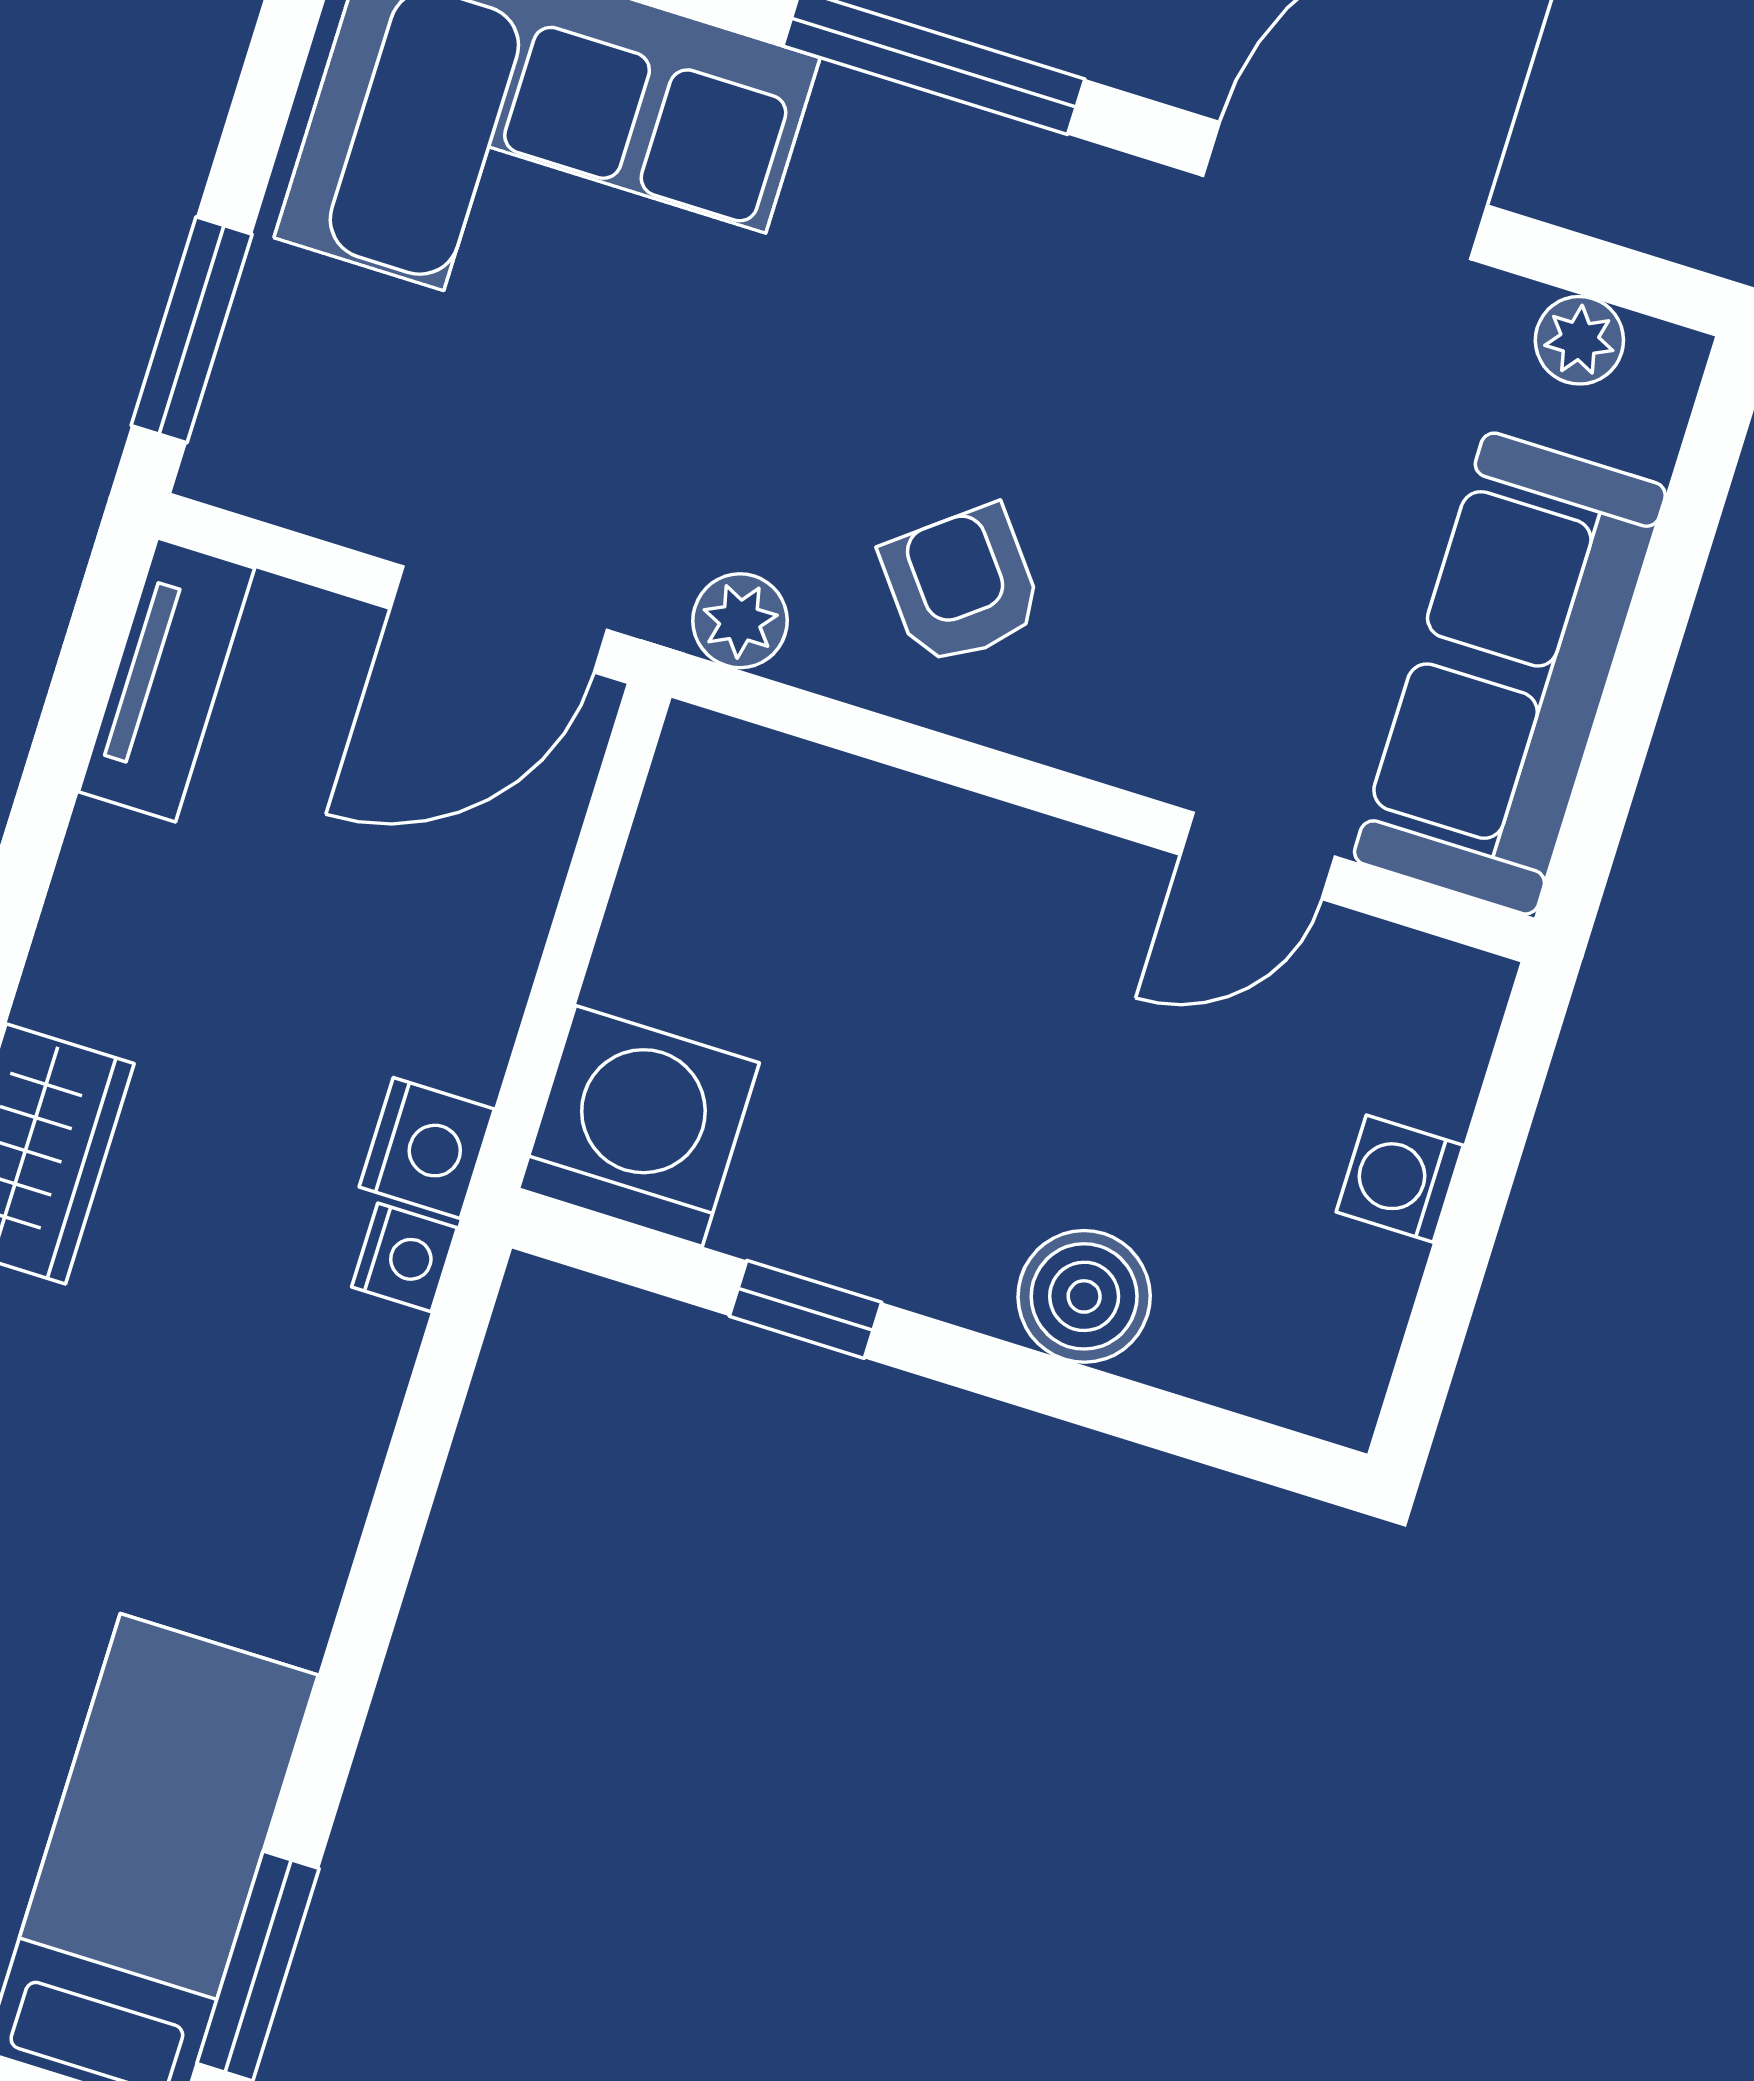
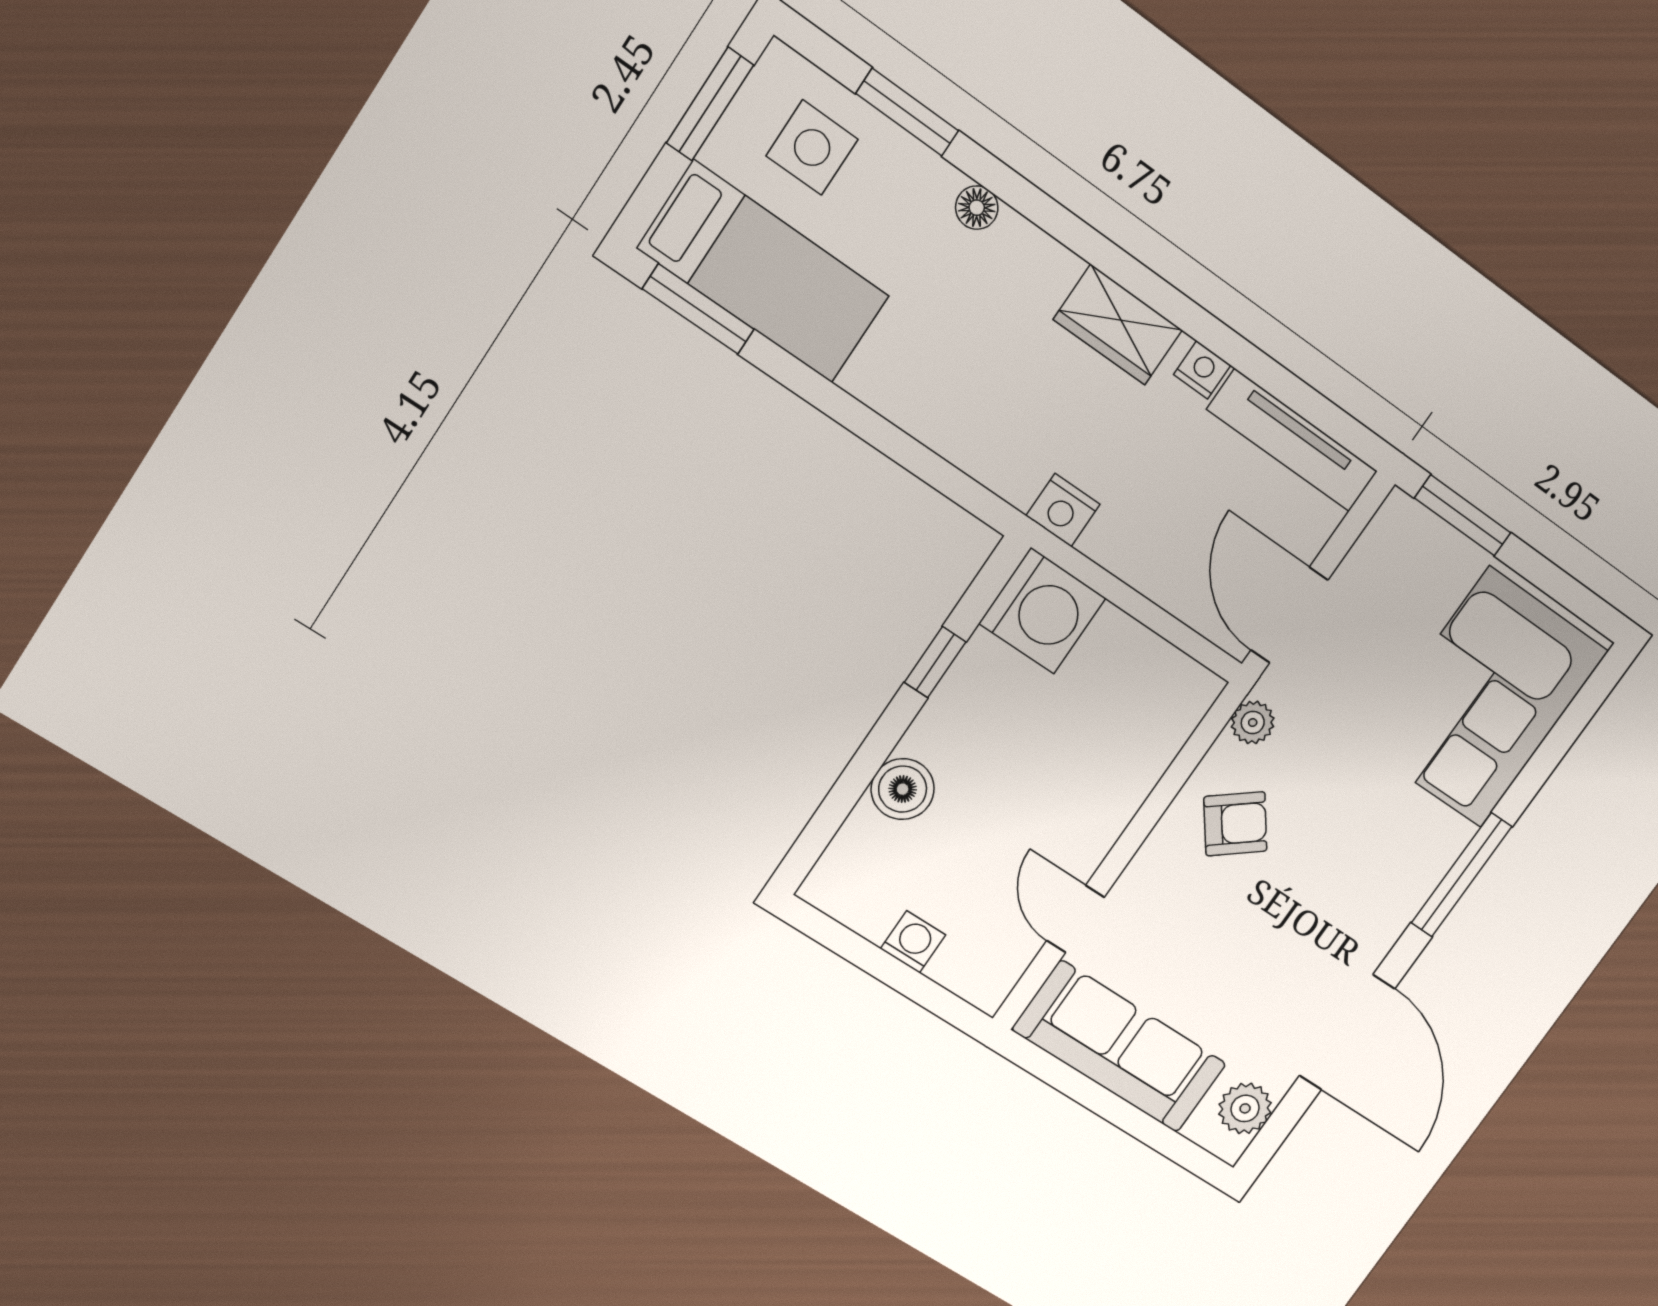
plant: (1579, 340) -> (1245, 1108), width x1.38, depth x1.38
tv unit: (166, 680) -> (1292, 440), width x1.41
nightstand: (404, 1257) -> (1202, 370), moved, turned 180

